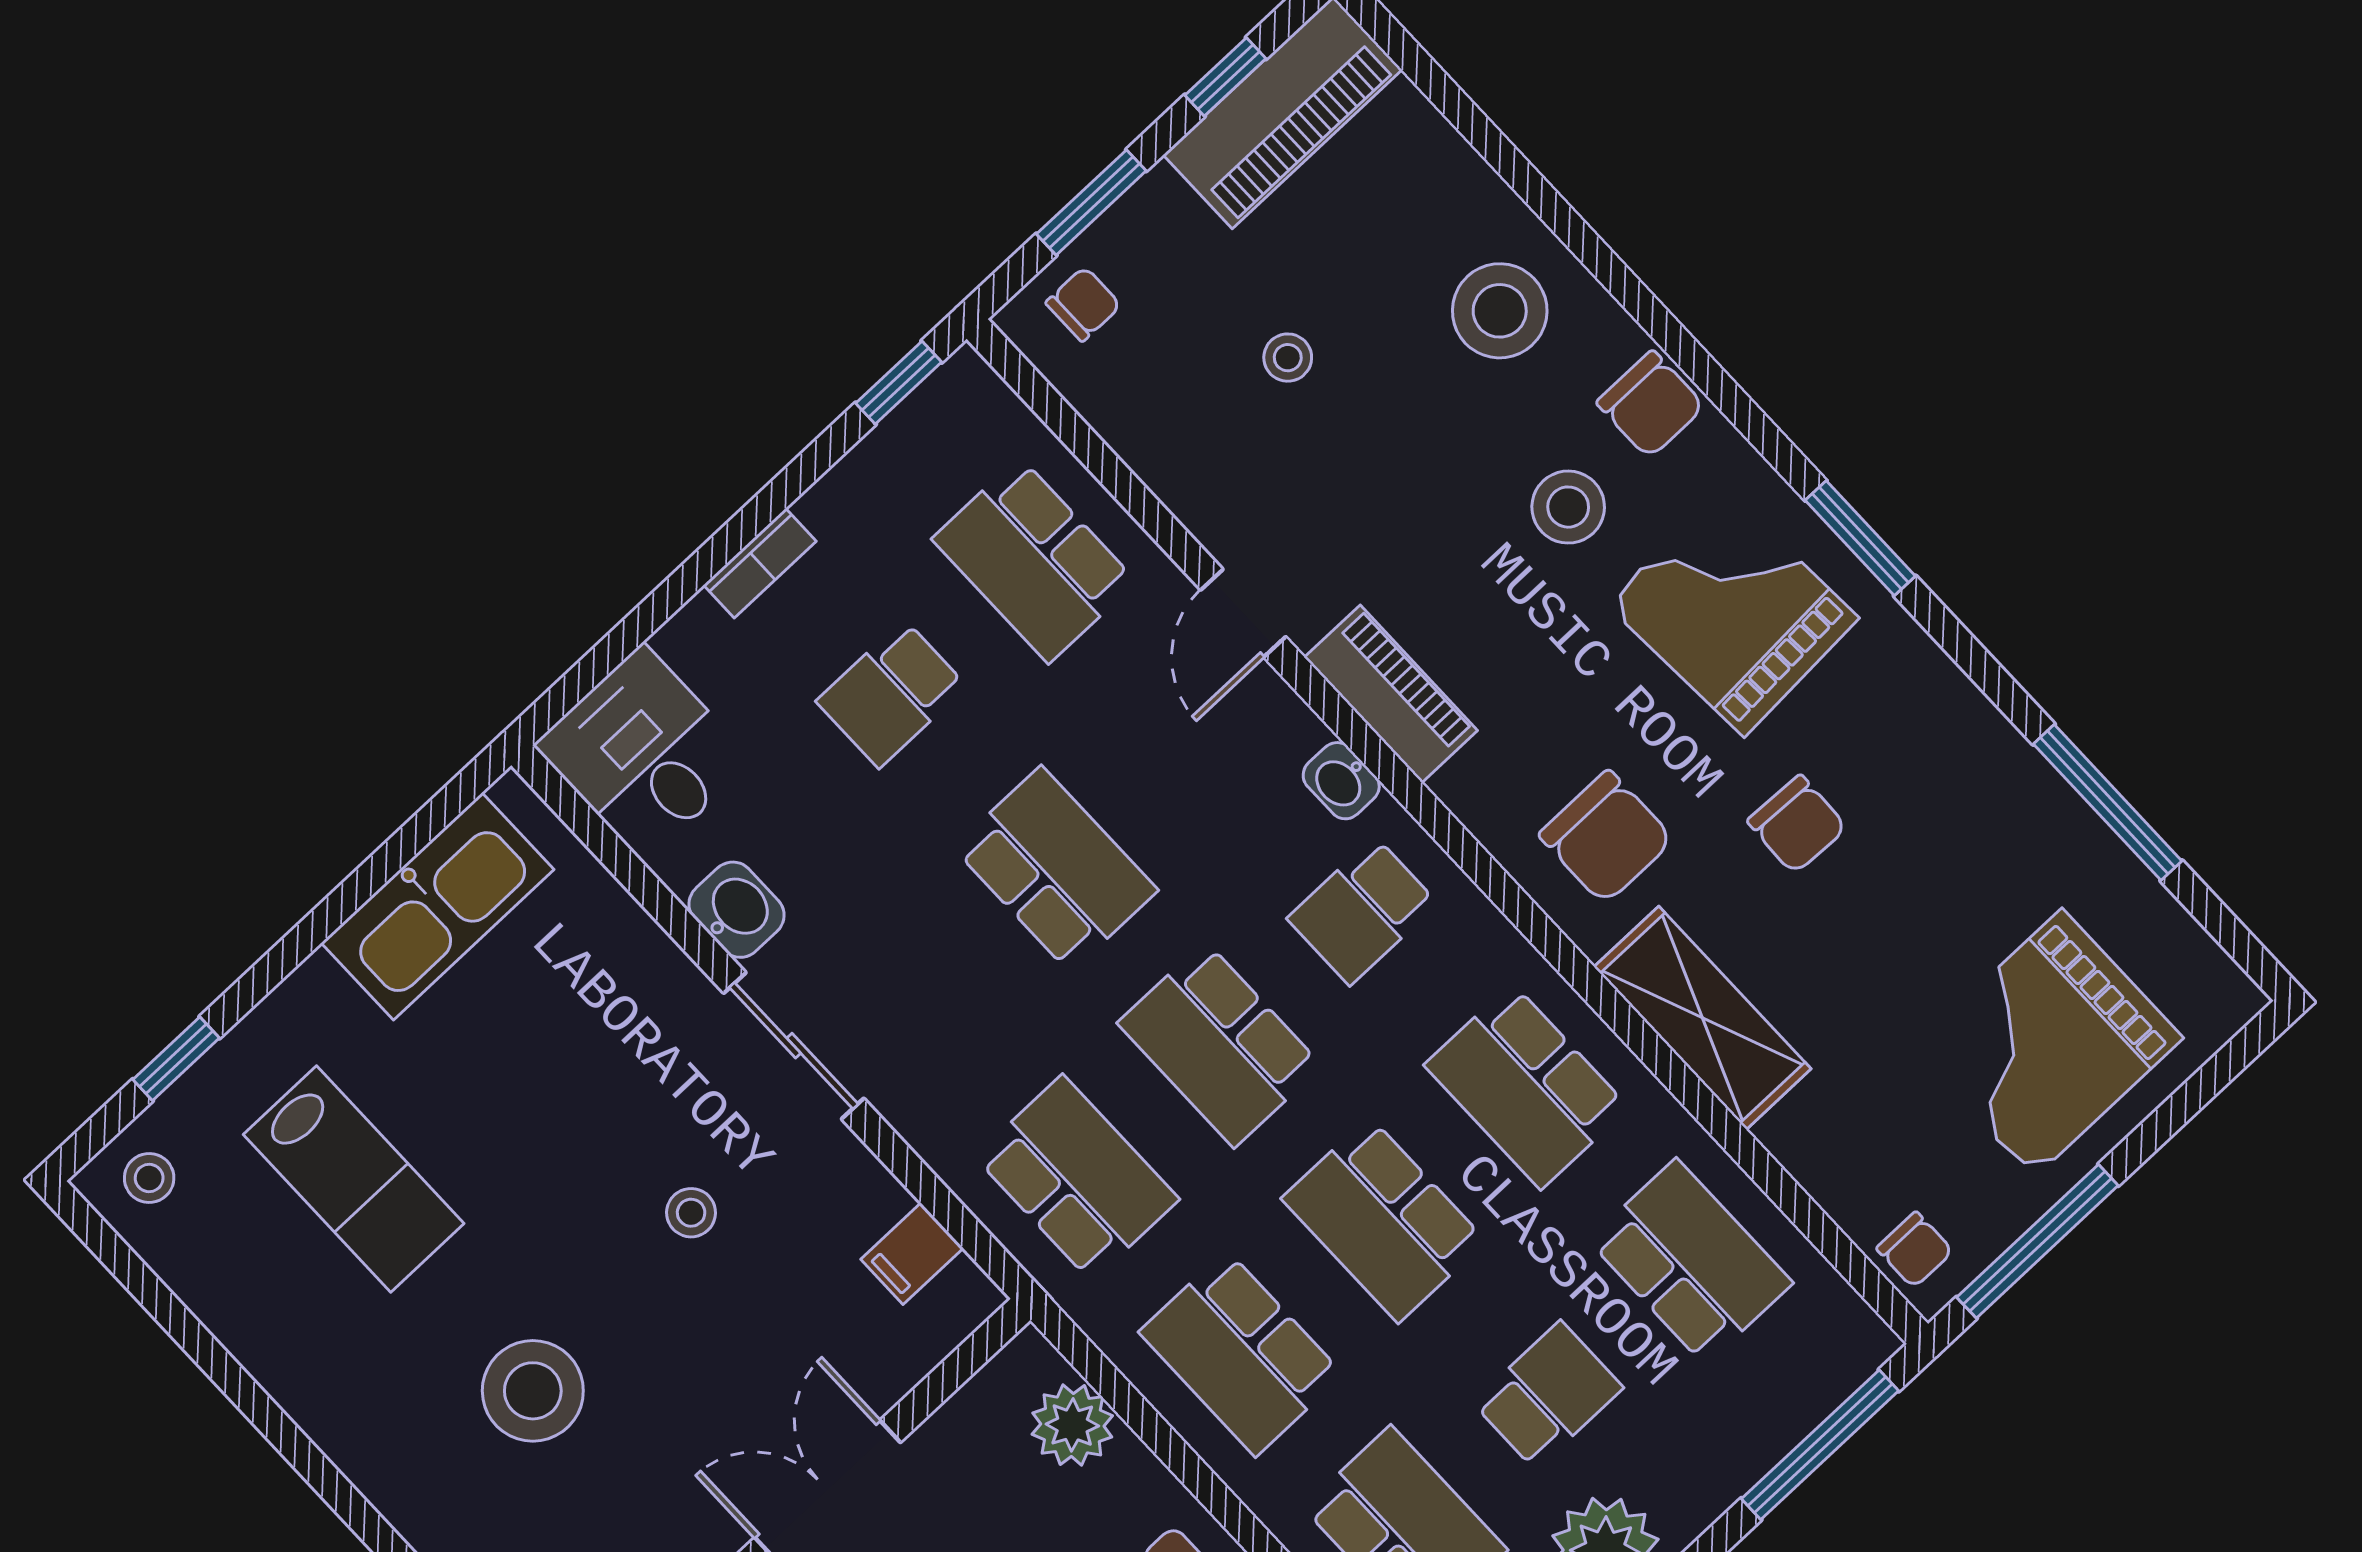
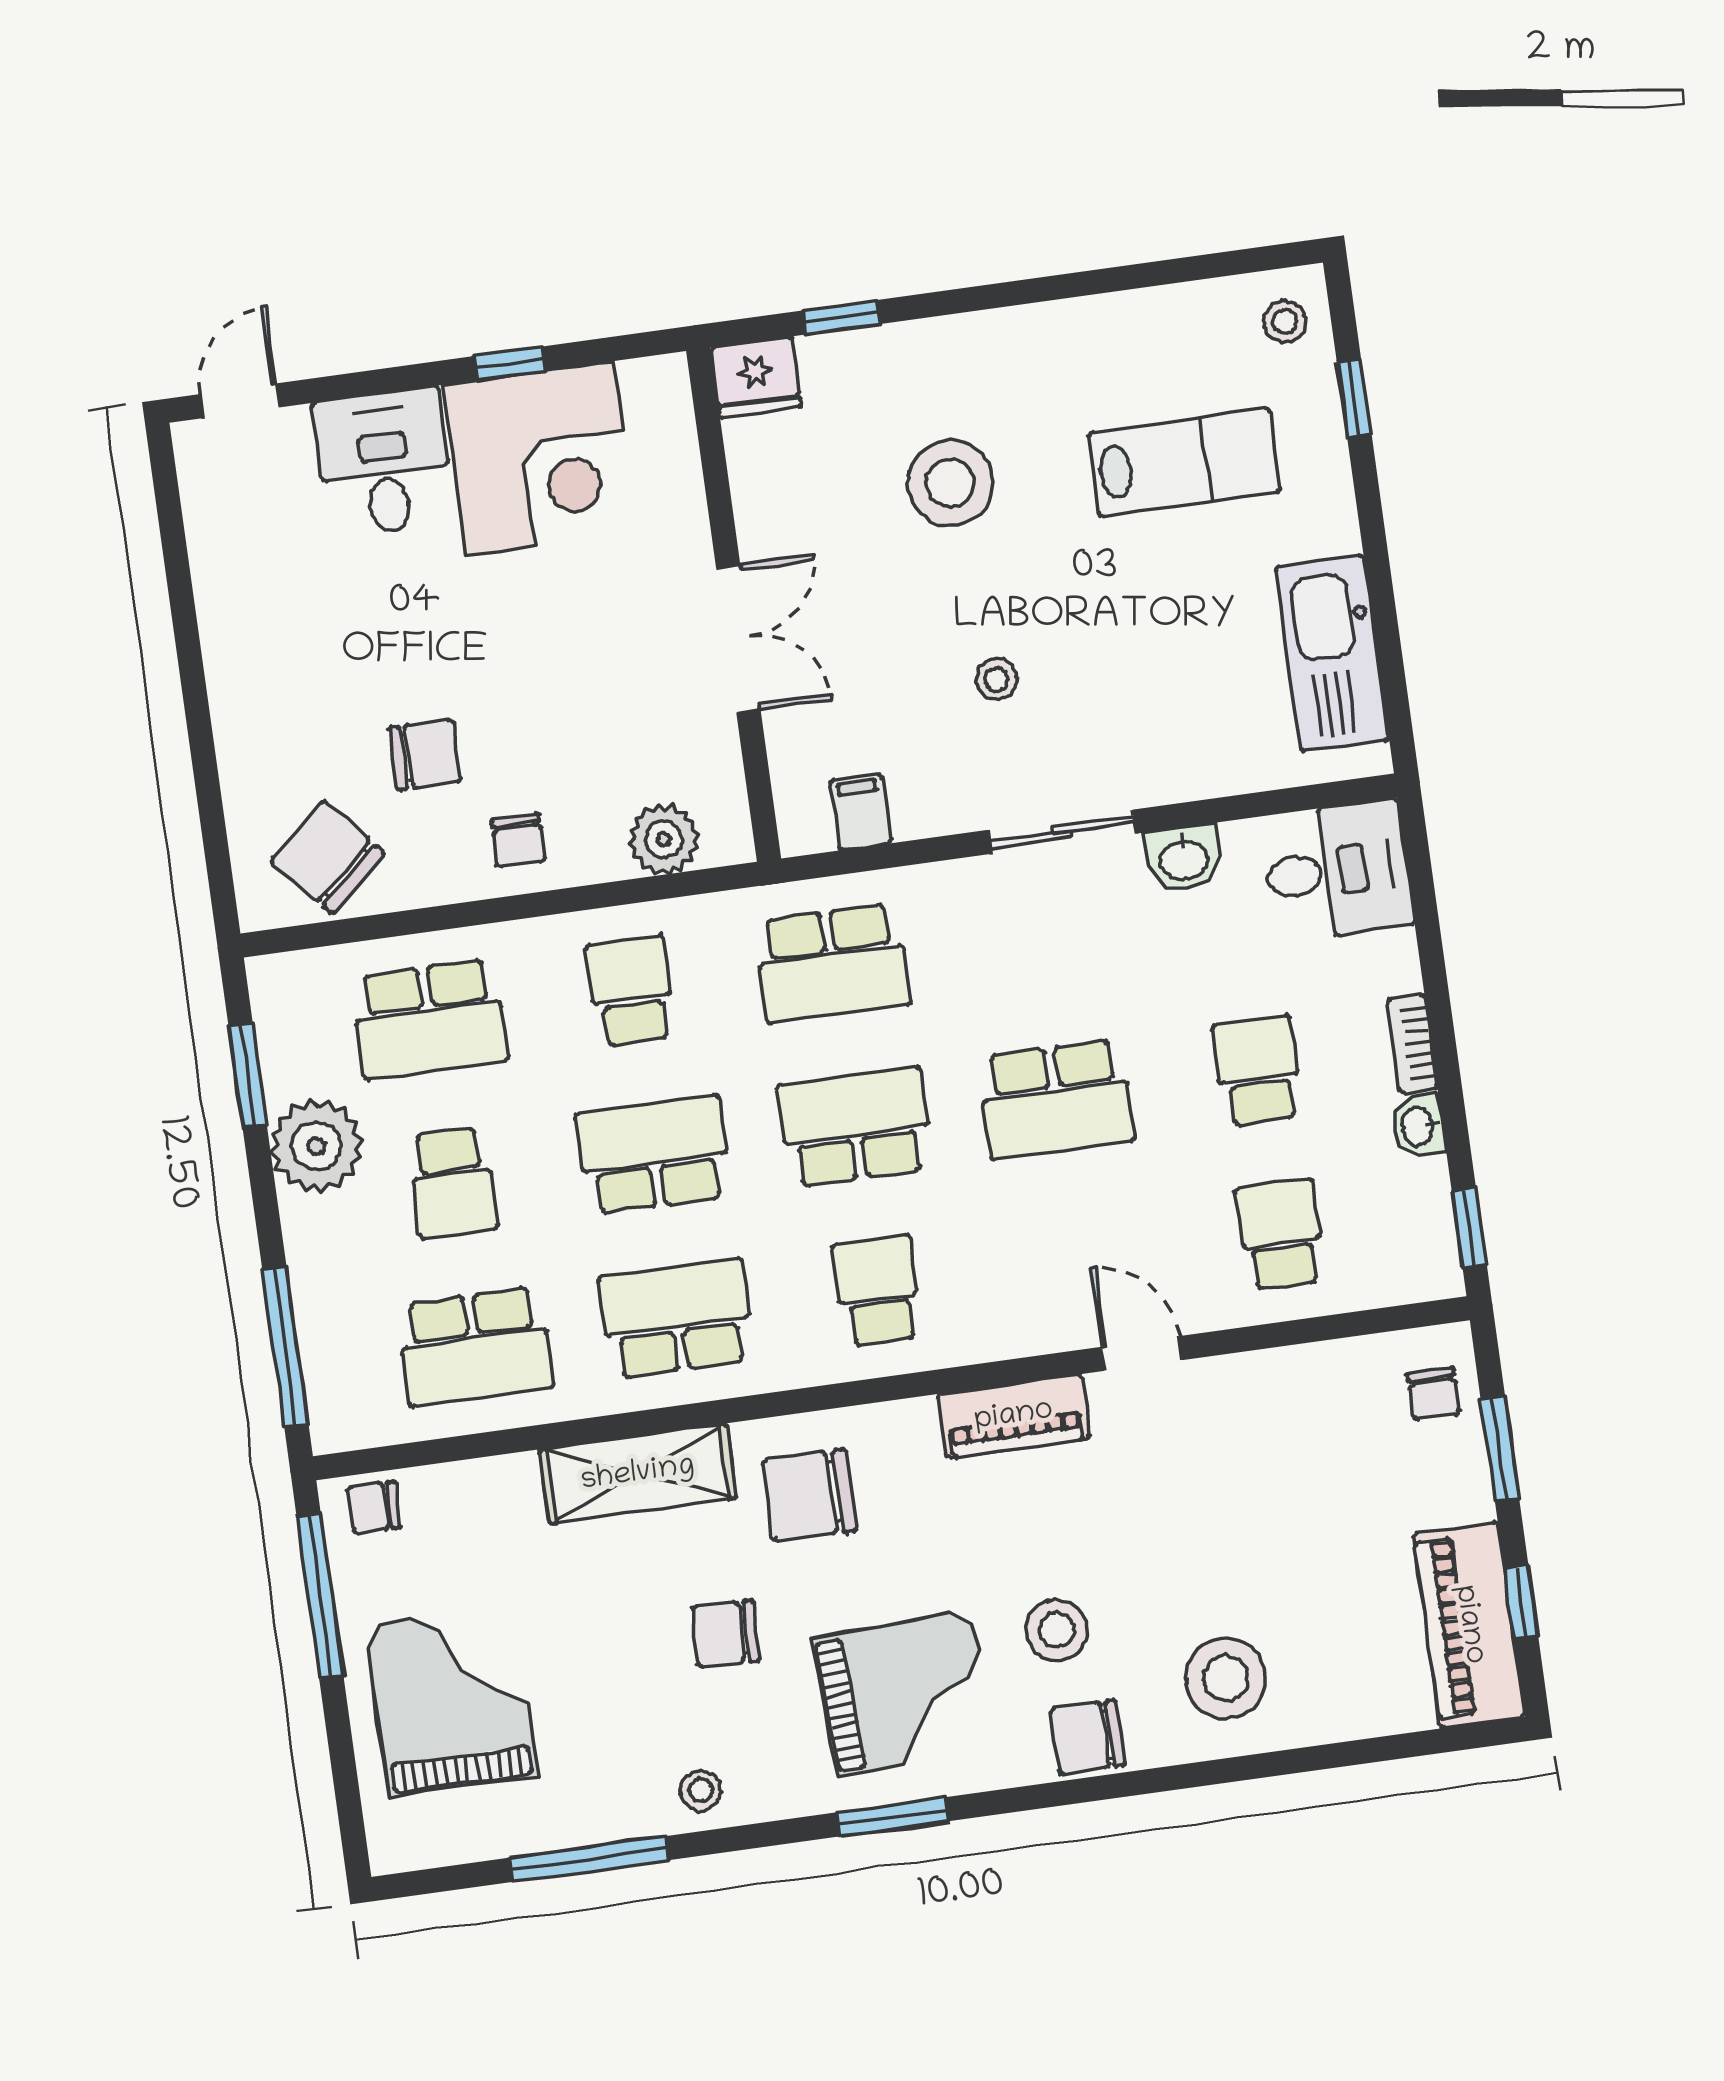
stool: (1288, 358) -> (701, 1790), moved
school desk: (1034, 560) -> (1280, 1235), width x0.54
washbasin: (1341, 781) -> (1418, 1126), moved, turned -90
lab bench: (354, 1179) -> (1184, 462), turned 180
school desk: (1241, 1353) -> (631, 991), width x0.54

